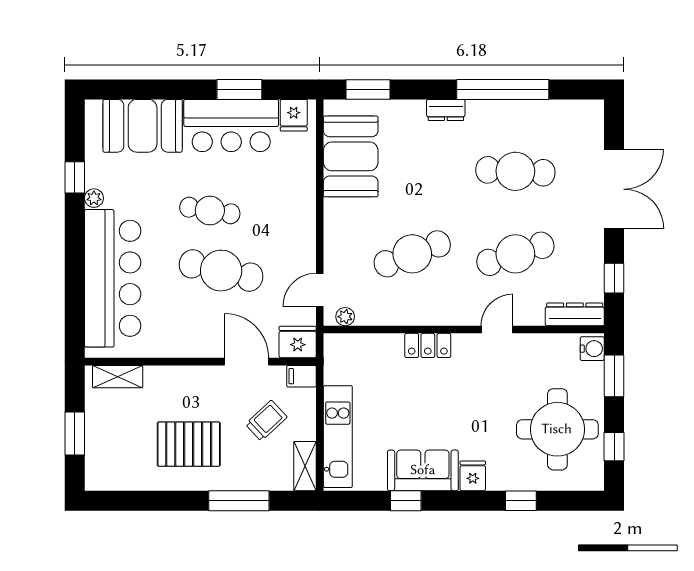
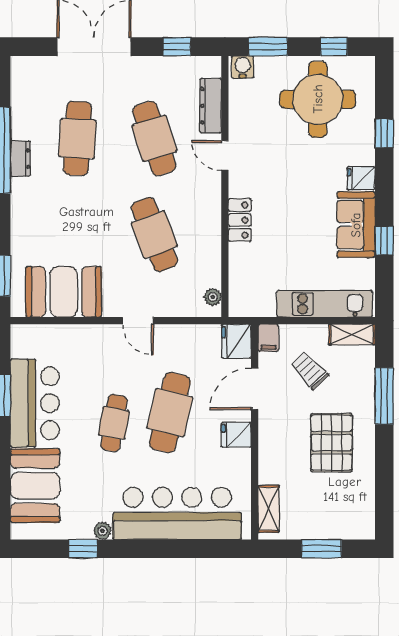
dresser: (446, 110) -> (20, 159), moved
fridge: (294, 115) -> (236, 435), moved, turned 180
door: (320, 290) -> (138, 321), moved
dresser: (575, 314) -> (211, 106), moved

